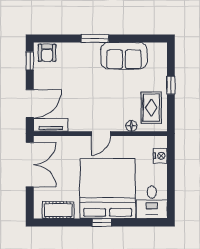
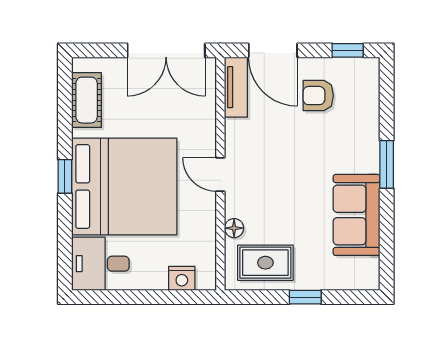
armchair: (47, 53) -> (318, 96), moved

